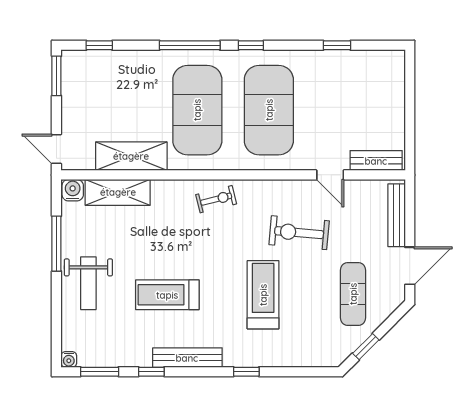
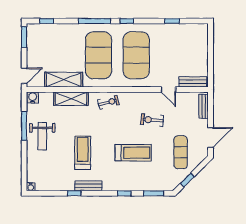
door: (56, 149) -> (24, 76), swing flipped
shelving: (118, 192) -> (71, 99), moved
bench: (397, 215) -> (204, 106), width x0.73
exercise bike: (299, 233) -> (152, 120), width x0.73, depth x0.72
weight bench: (88, 283) -> (42, 136), moved
treadmill: (167, 295) -> (83, 153), turned 90
treadmill: (263, 295) -> (133, 153), turned 90
bench: (187, 358) -> (88, 186), width x0.73
window: (100, 372) -> (154, 193), moved

